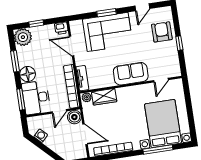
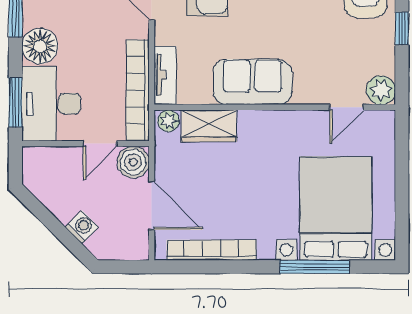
plant: (174, 71) -> (381, 90), added
sofa: (131, 74) -> (252, 82), moved
washing machine: (41, 136) -> (82, 227), moved

